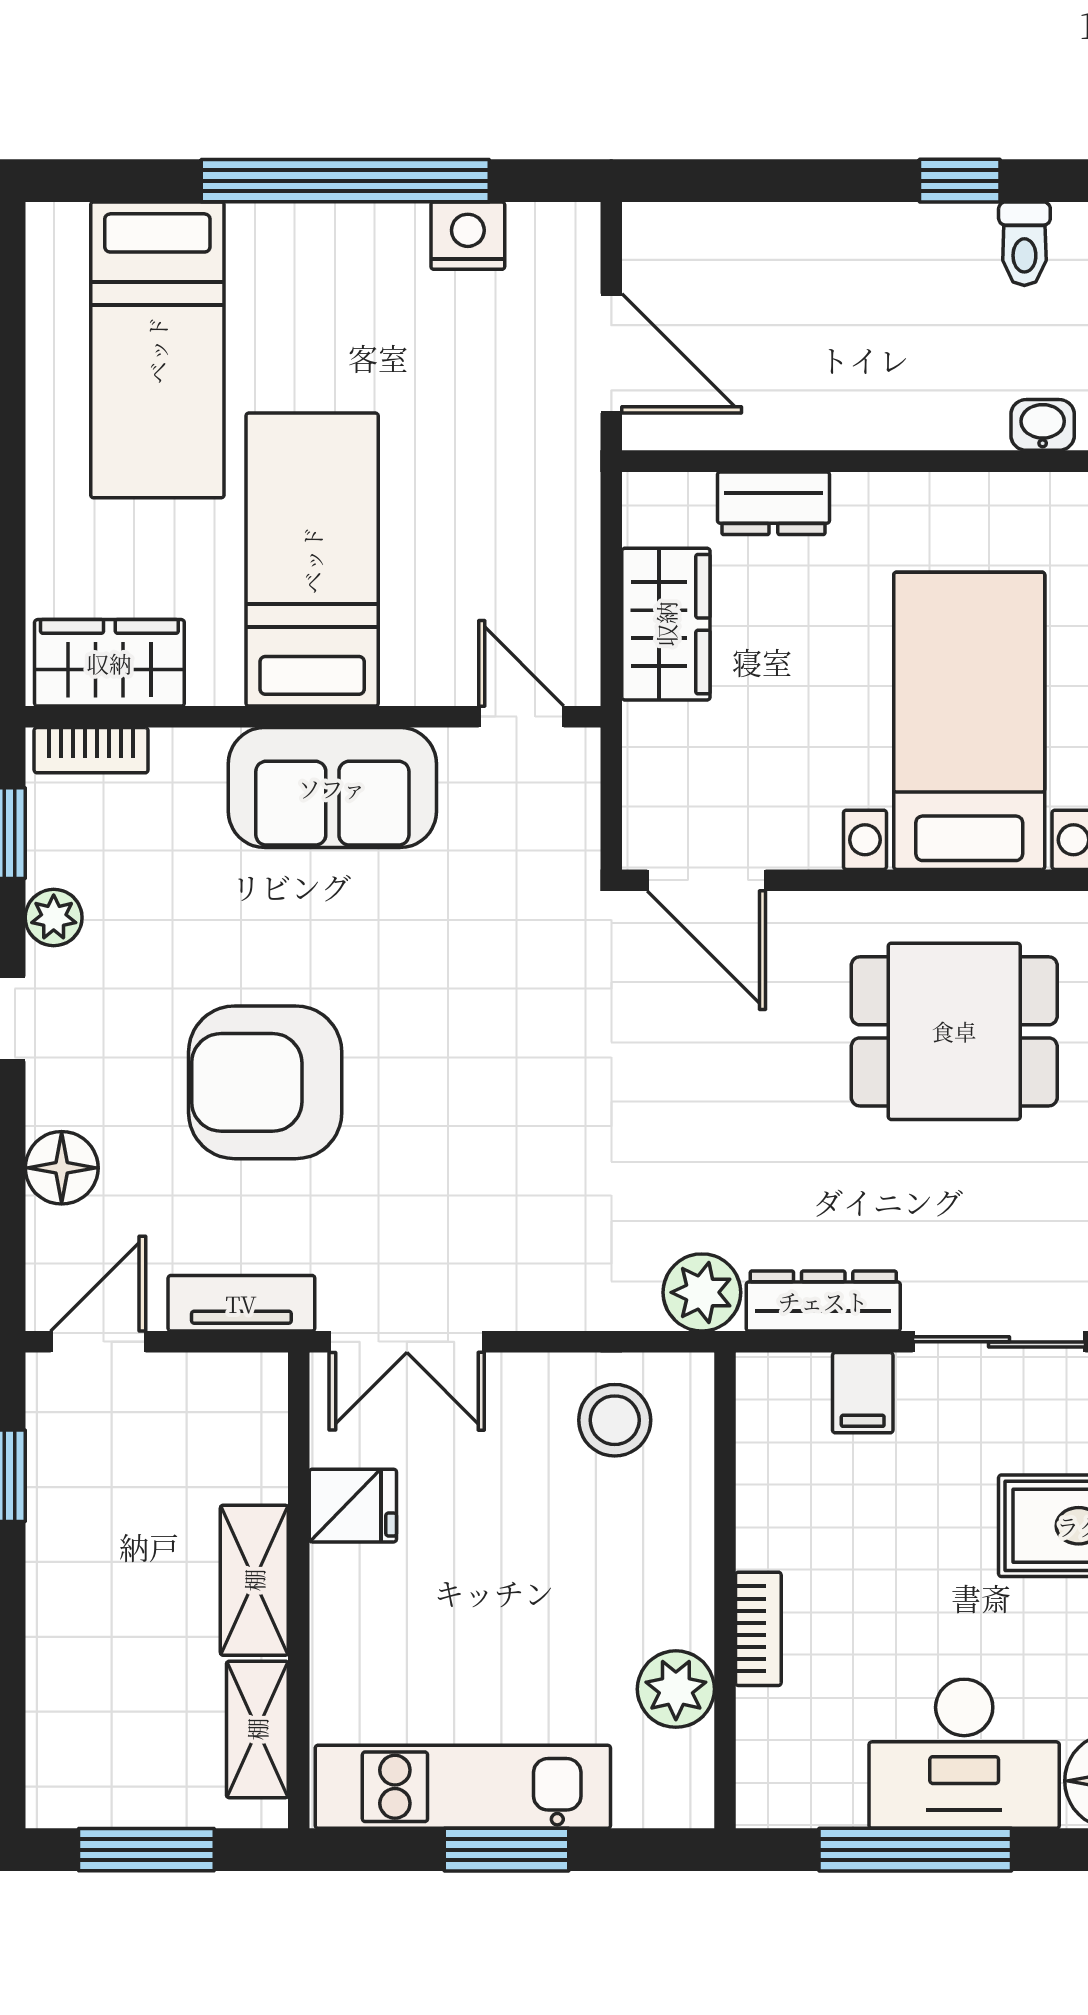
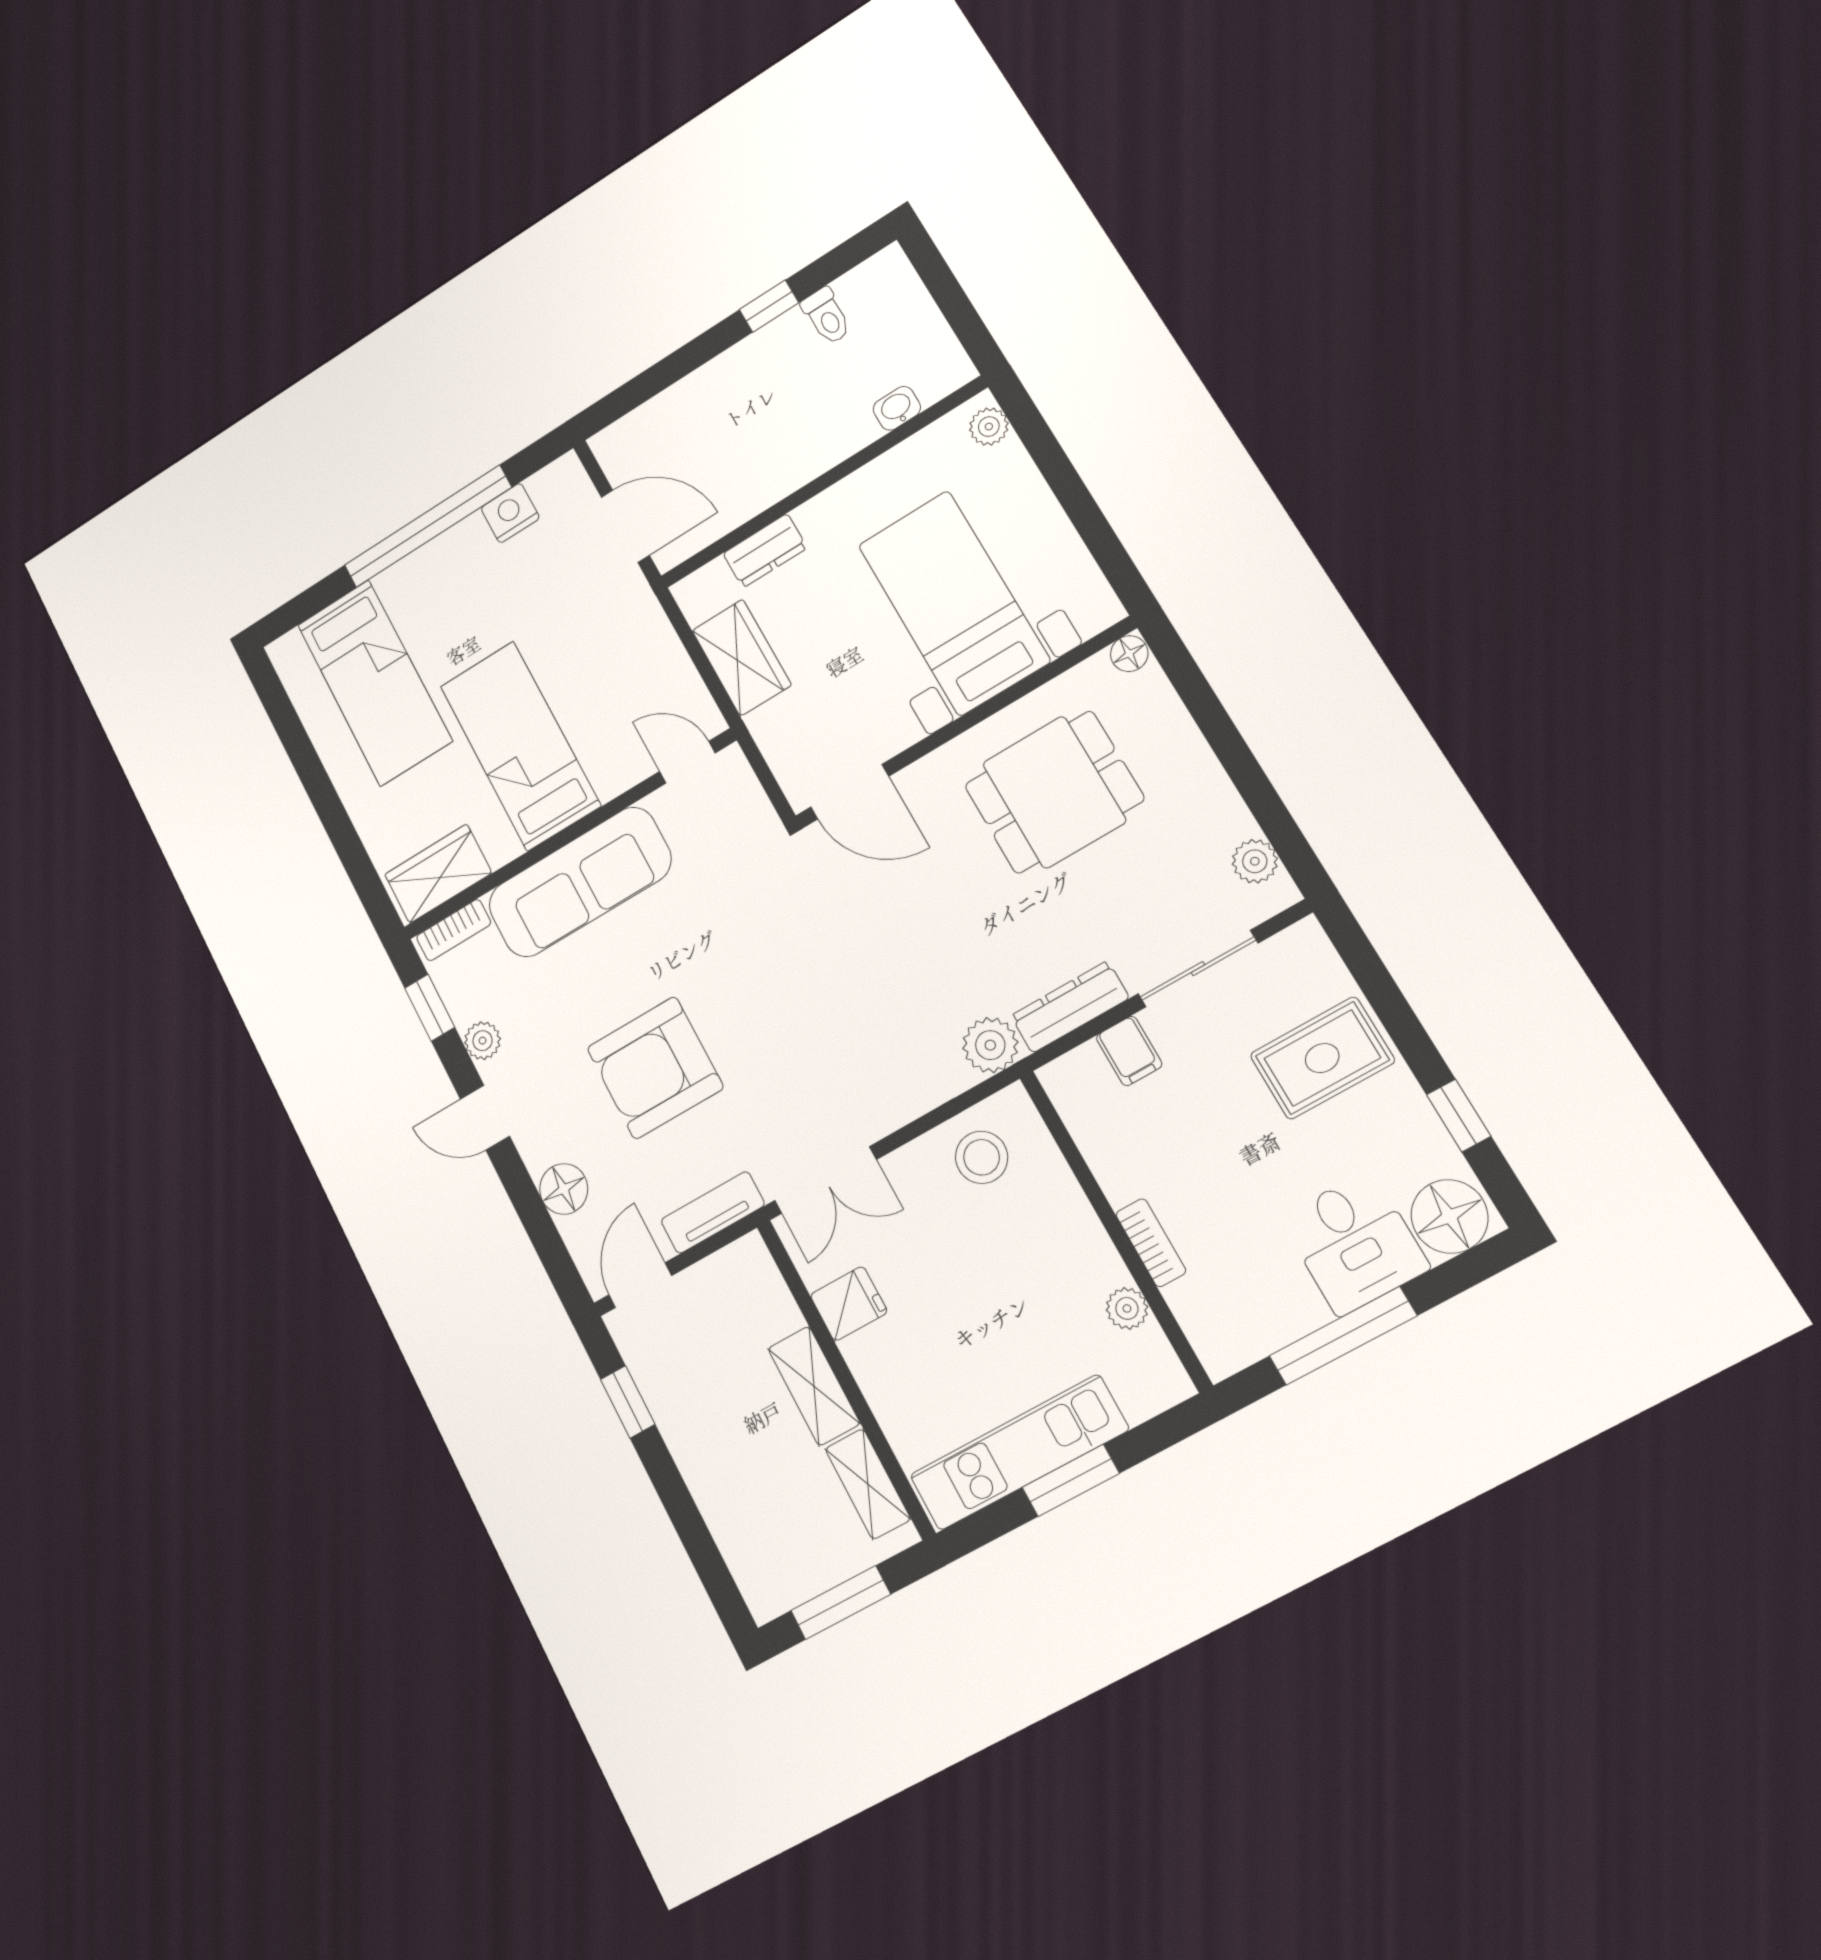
sofa: (332, 788) -> (580, 882), width x1.36
plant: (676, 1689) -> (1127, 1308), width x0.73, depth x0.73
desk: (964, 1754) -> (1354, 1243), width x0.73

